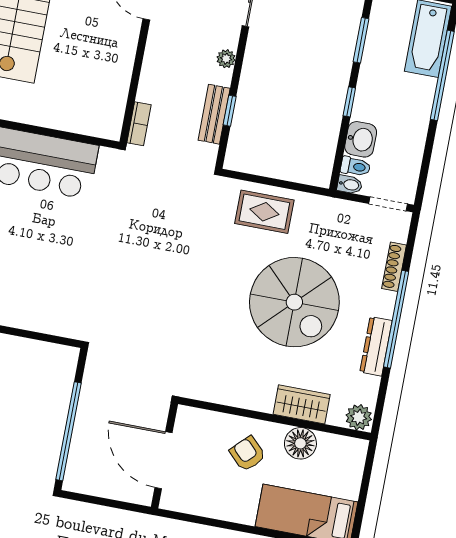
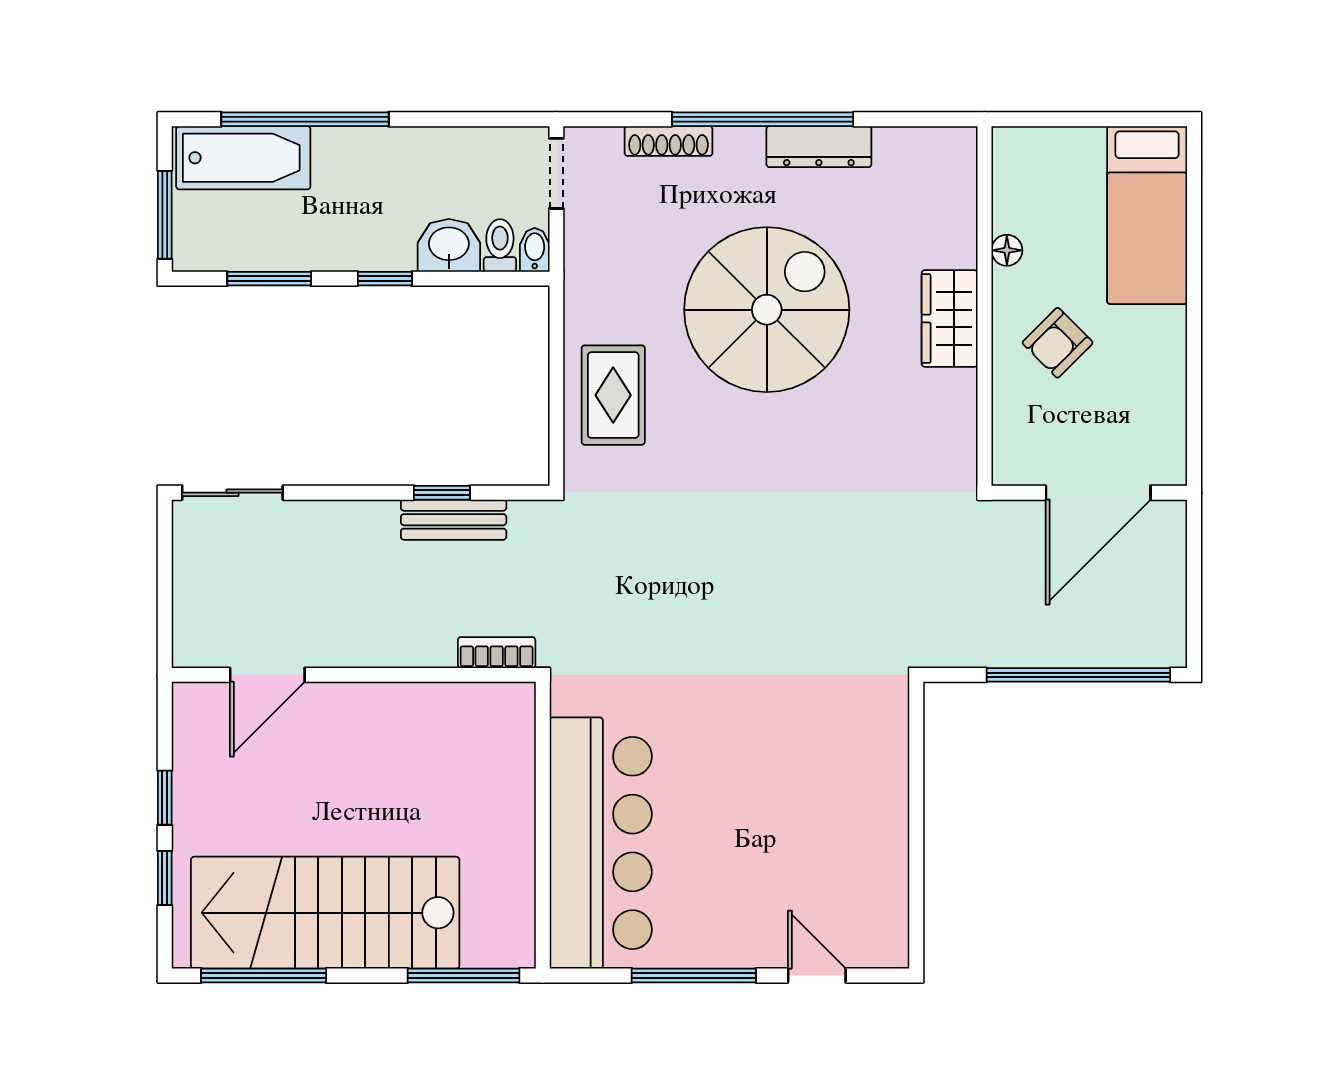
plant: (226, 59) -> (349, 517), removed
wardrobe: (302, 404) -> (950, 318), moved
plant: (359, 417) -> (953, 154), removed
floor lamp: (300, 443) -> (1007, 250), width x0.53, depth x0.53

